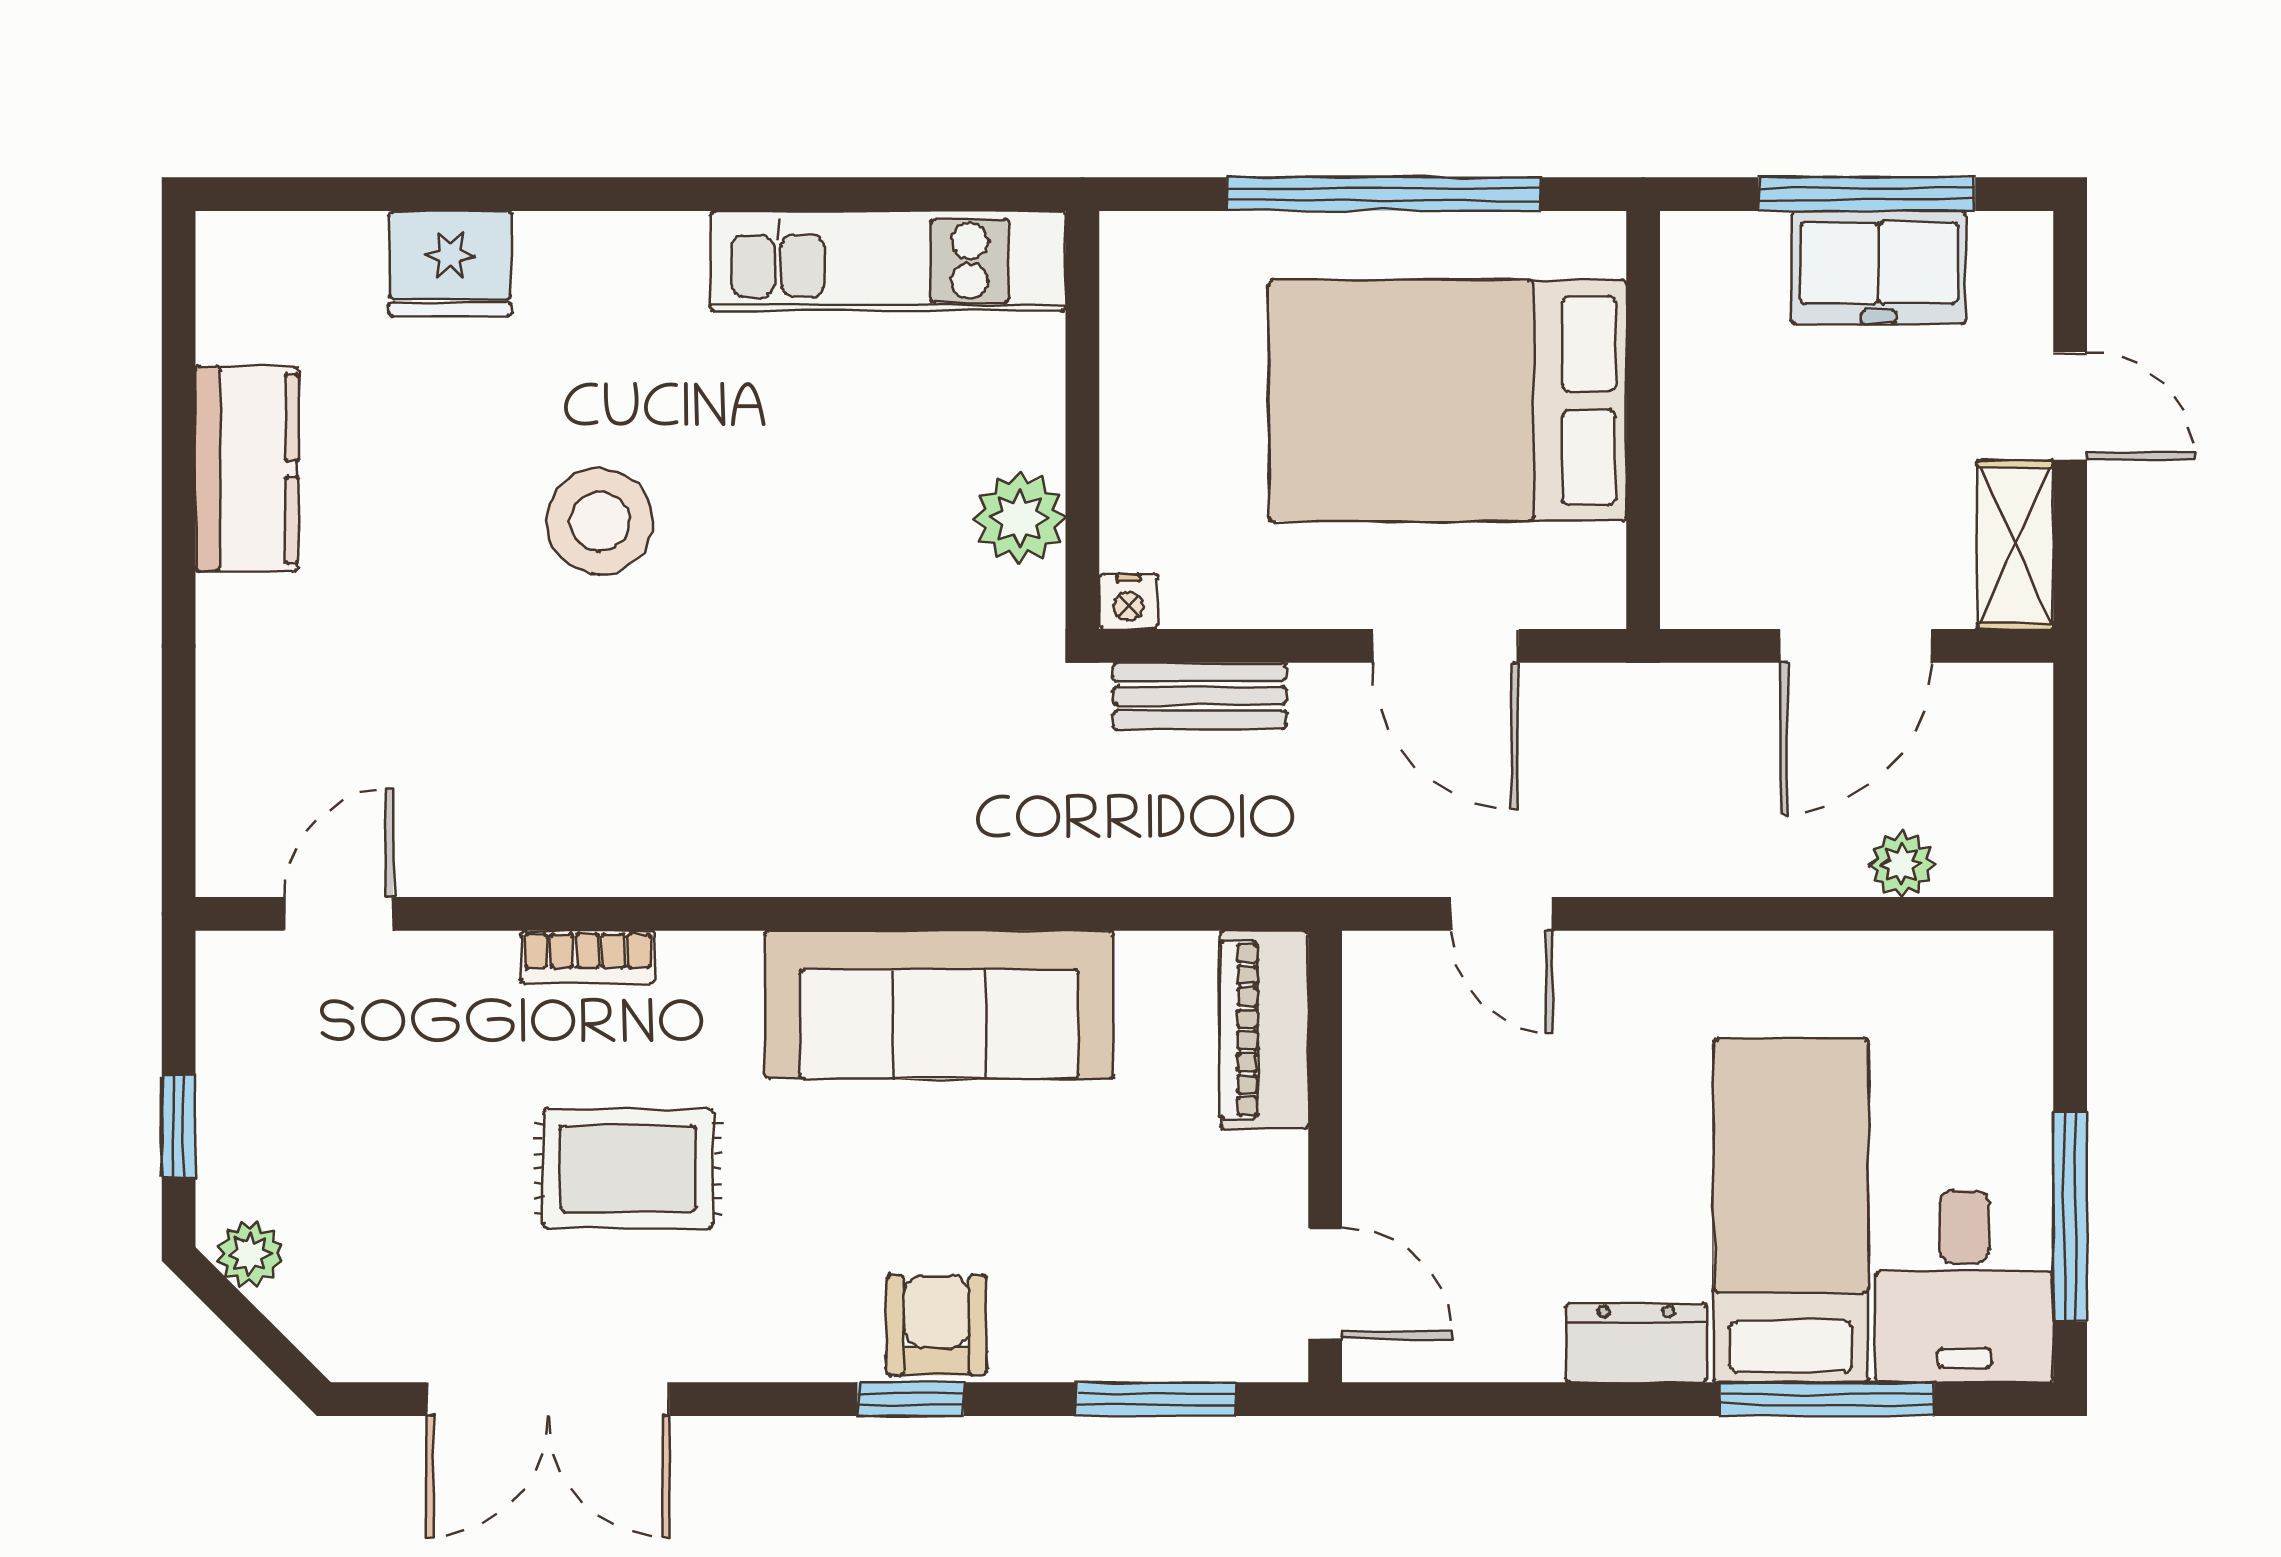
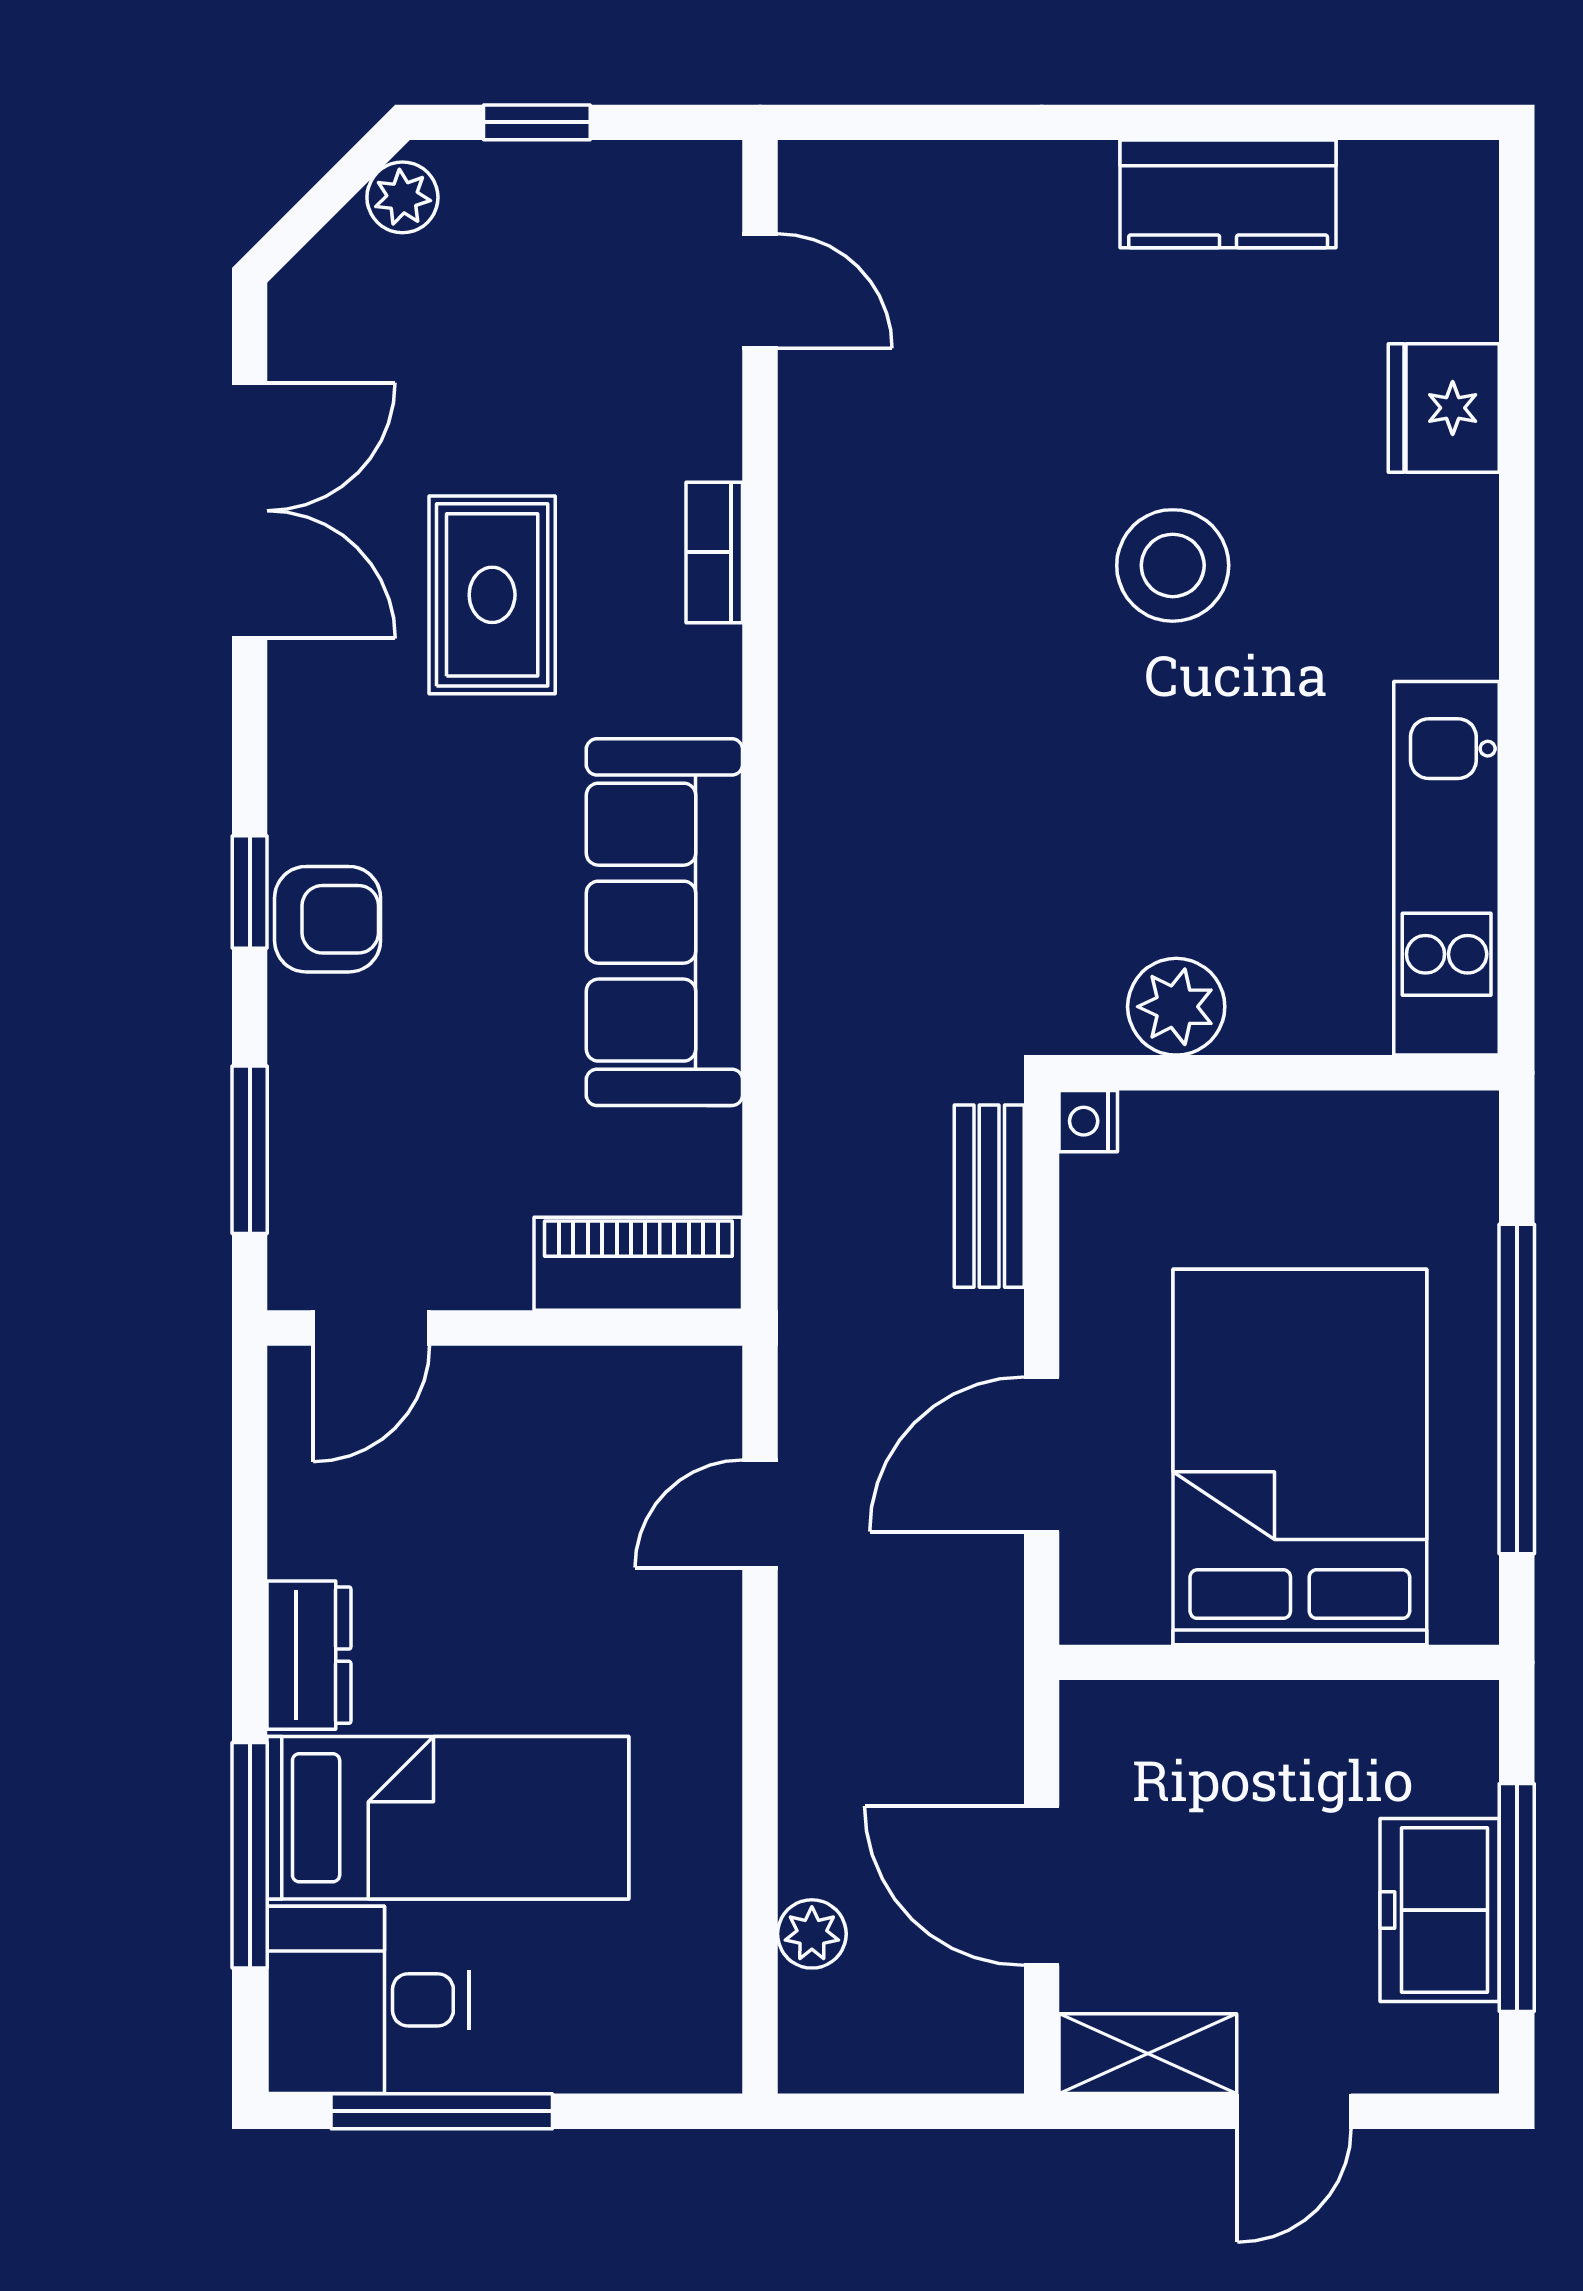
double door: (548, 1399) -> (250, 511), swing flipped

